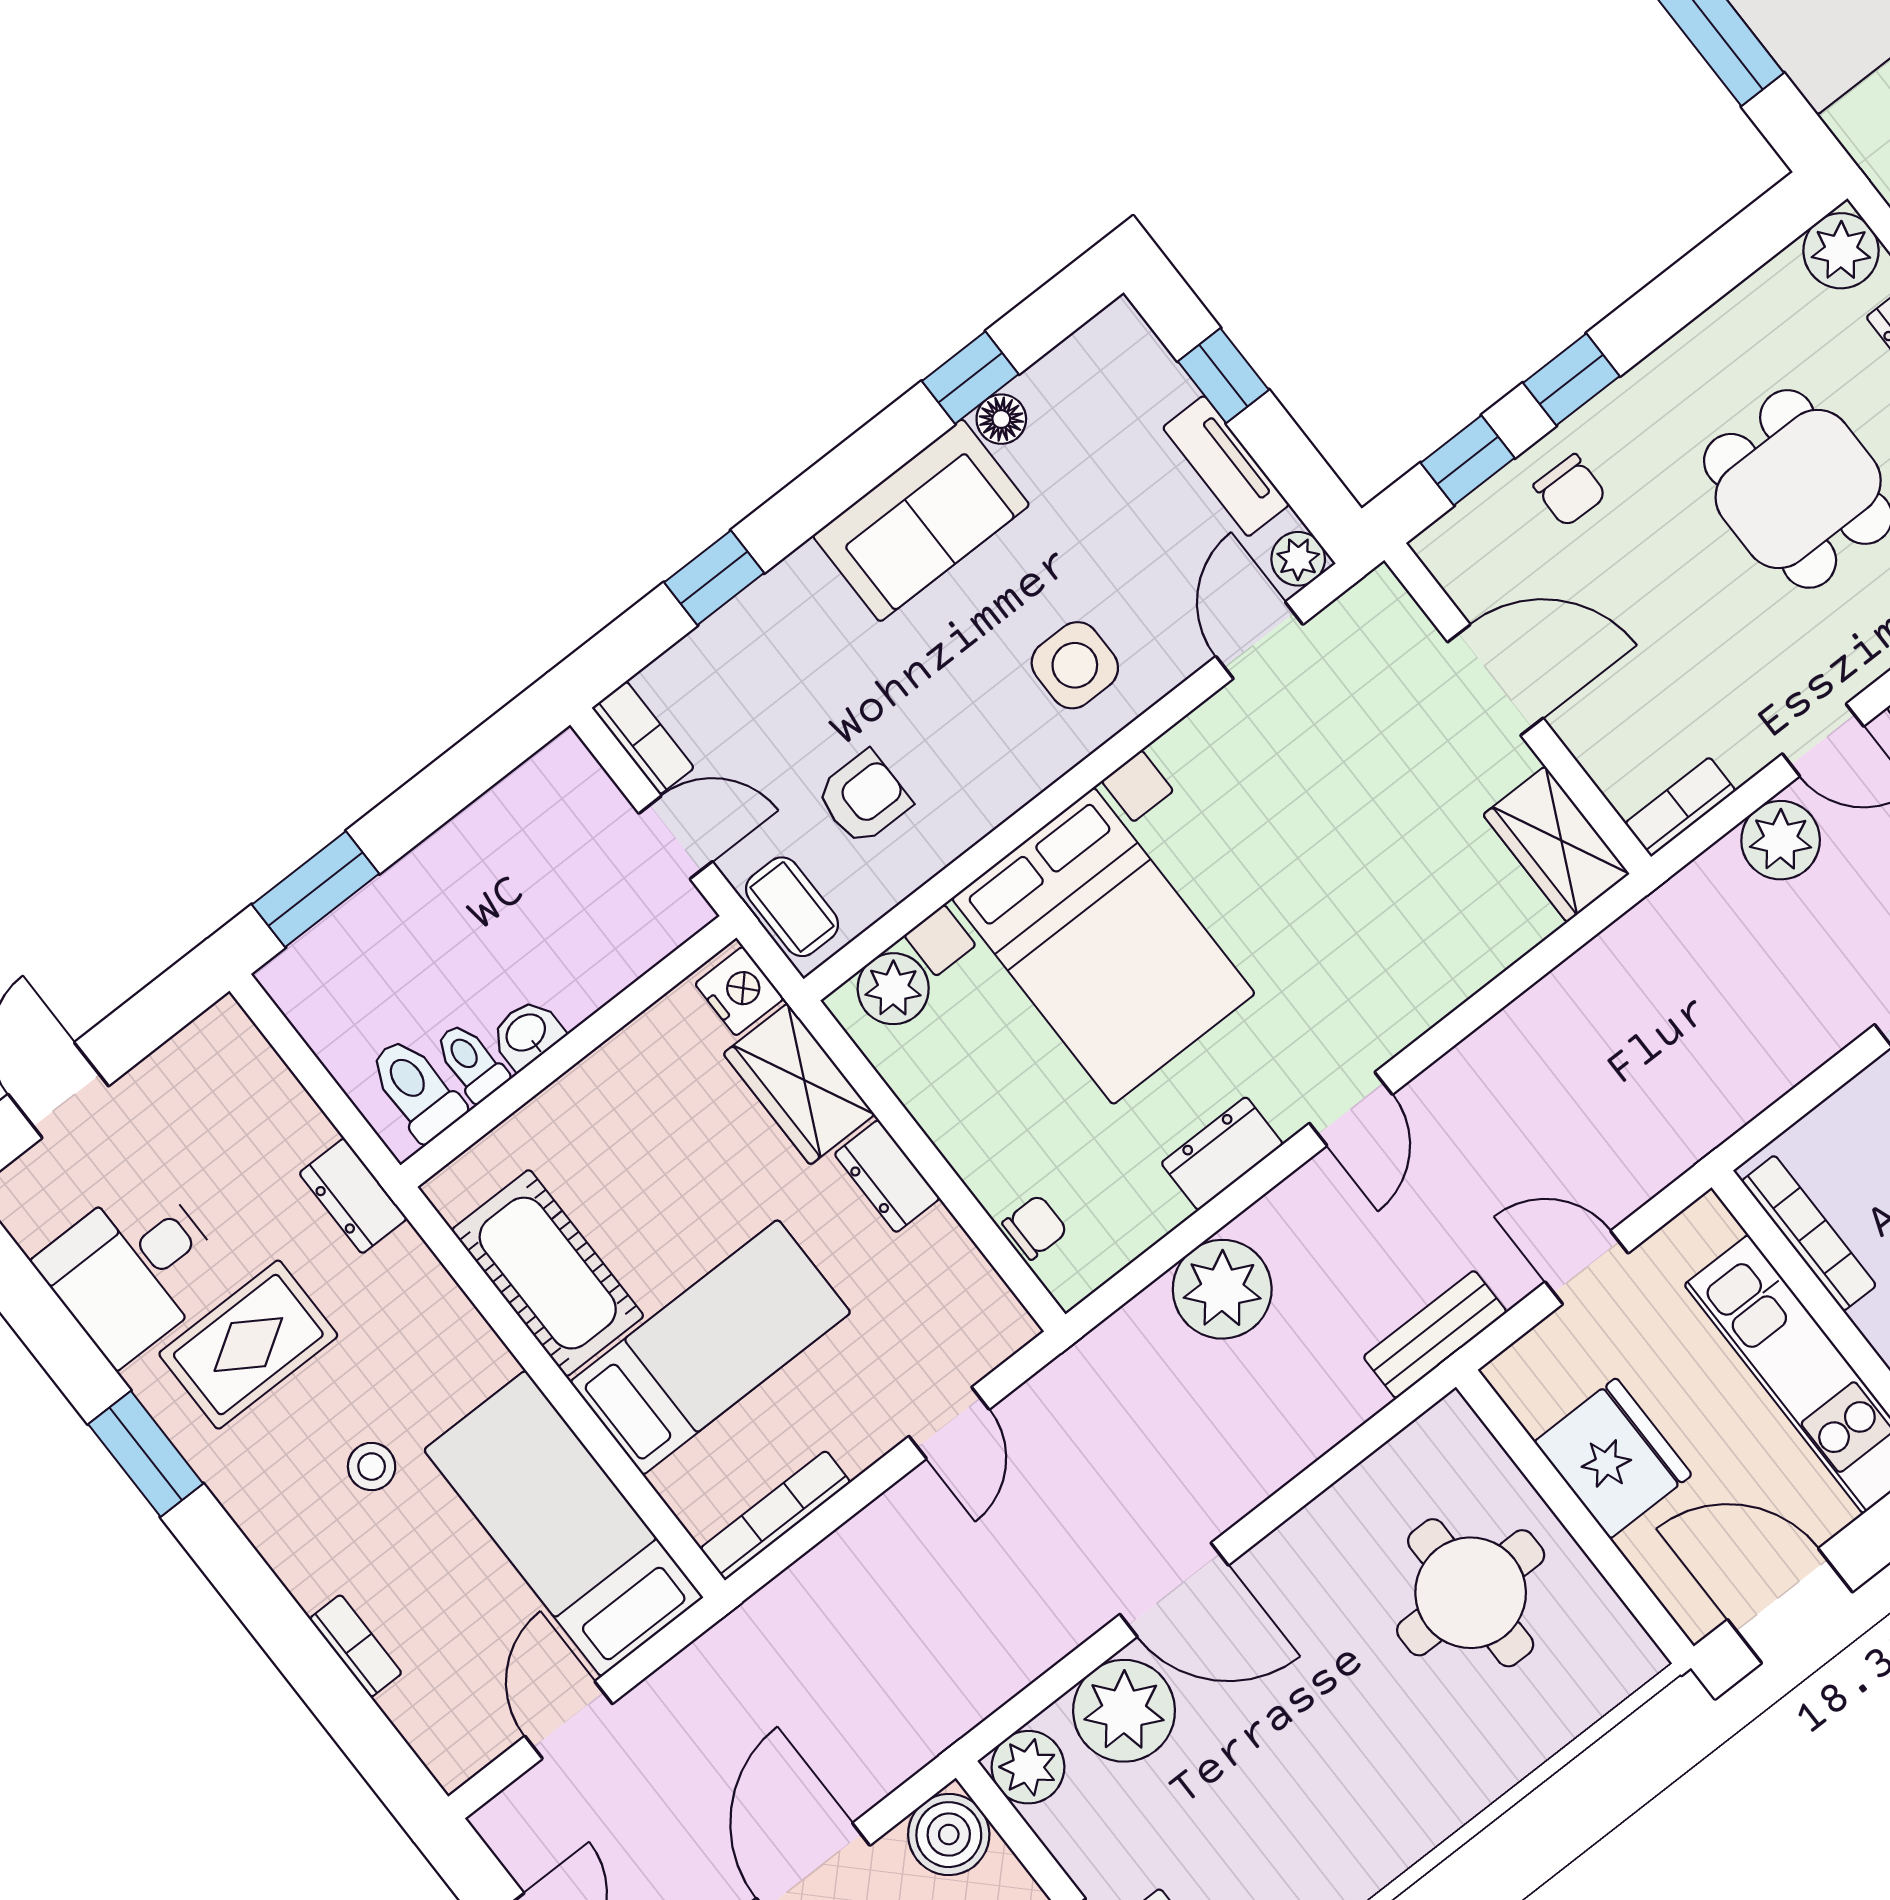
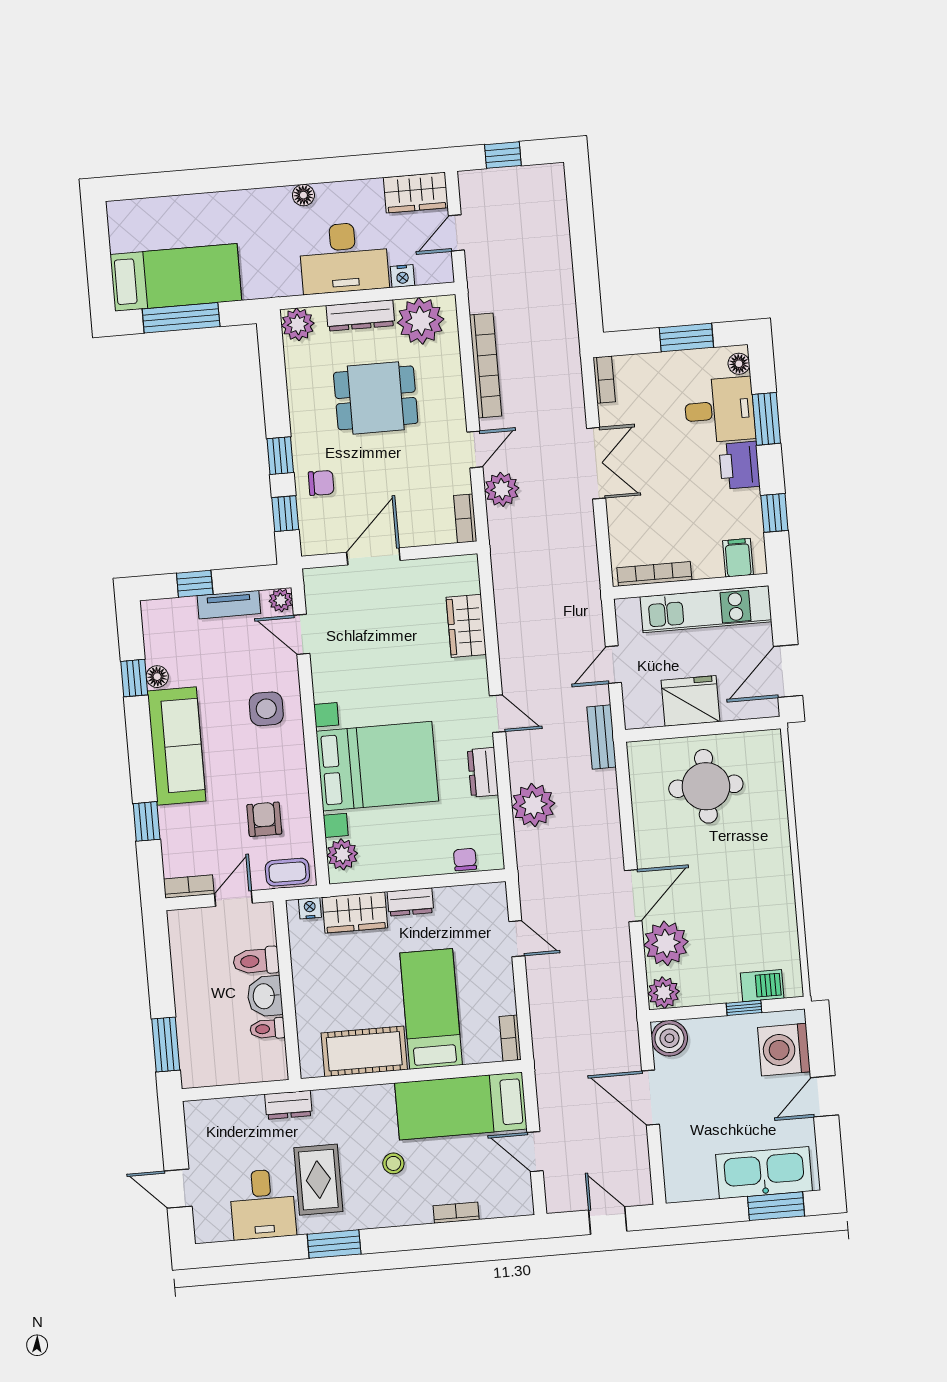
sofa: (921, 520) -> (177, 746), width x1.36
wardrobe: (1556, 844) -> (466, 626), moved, turned 90
nightstand: (739, 991) -> (310, 908), width x0.72, depth x0.74
washbasin: (527, 1034) -> (265, 996), width x1.38, depth x1.45
toilet: (416, 1089) -> (256, 961), moved
bookcase: (775, 1515) -> (510, 1038), width x0.64

